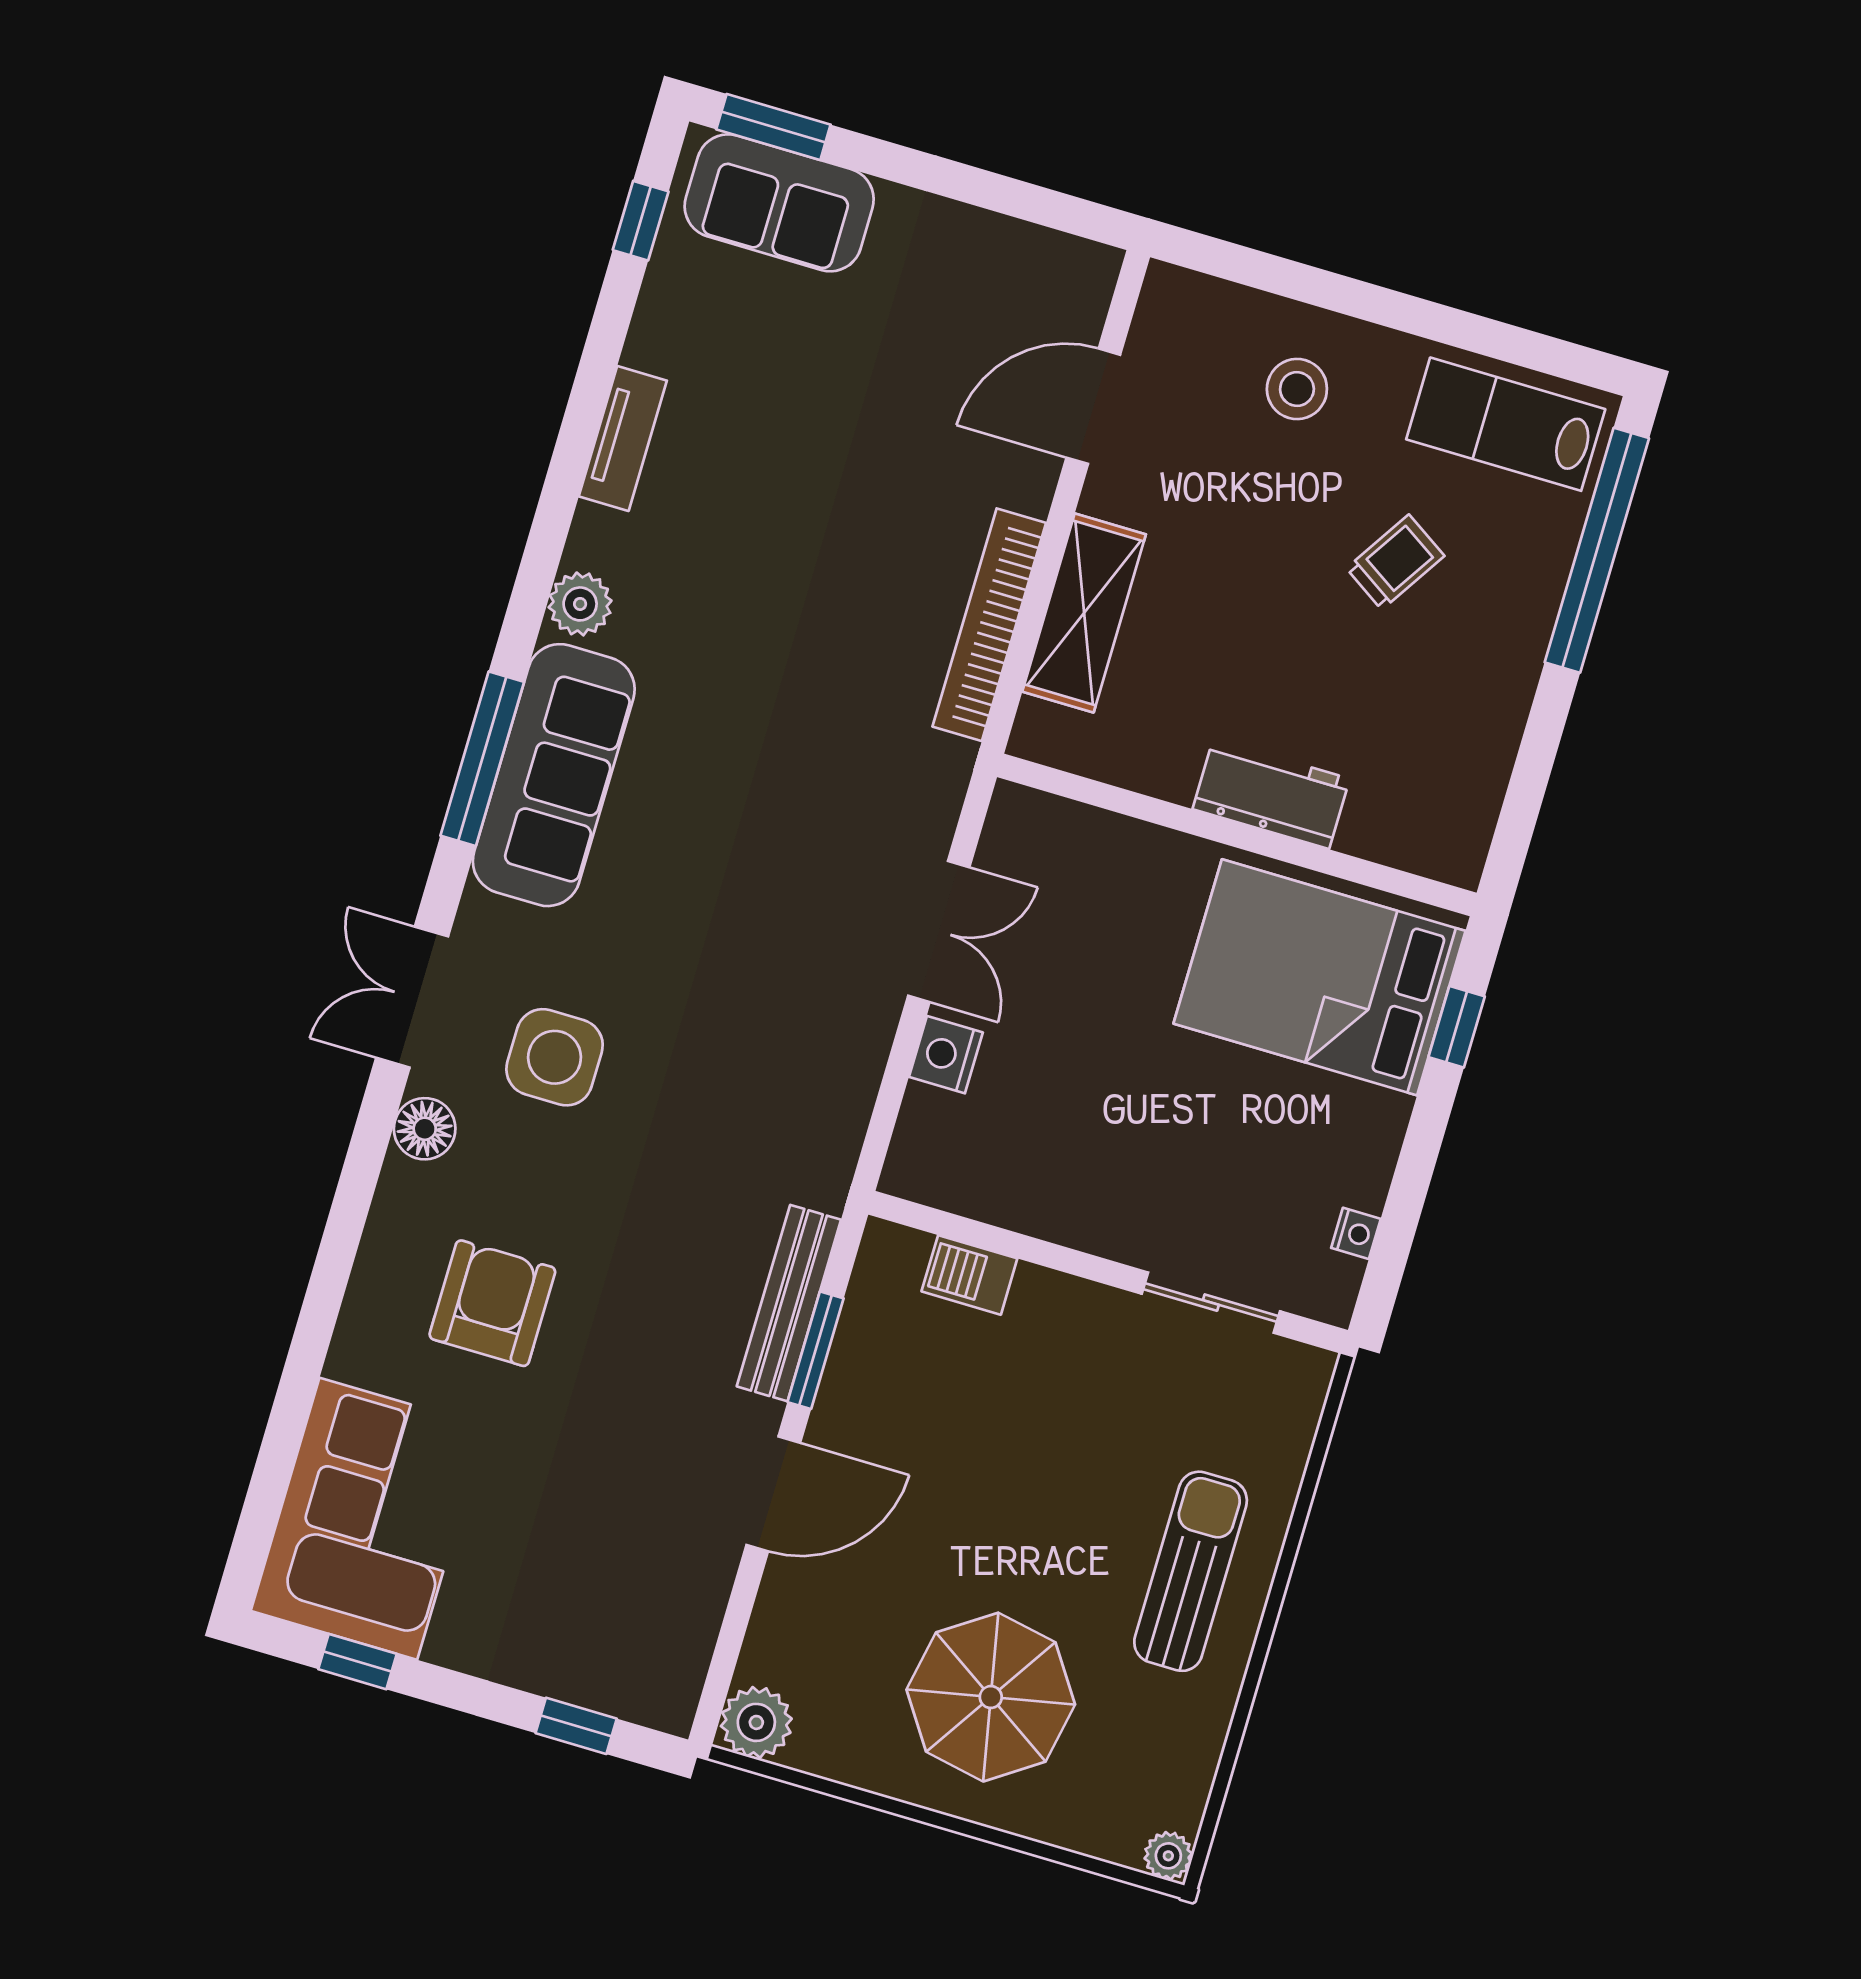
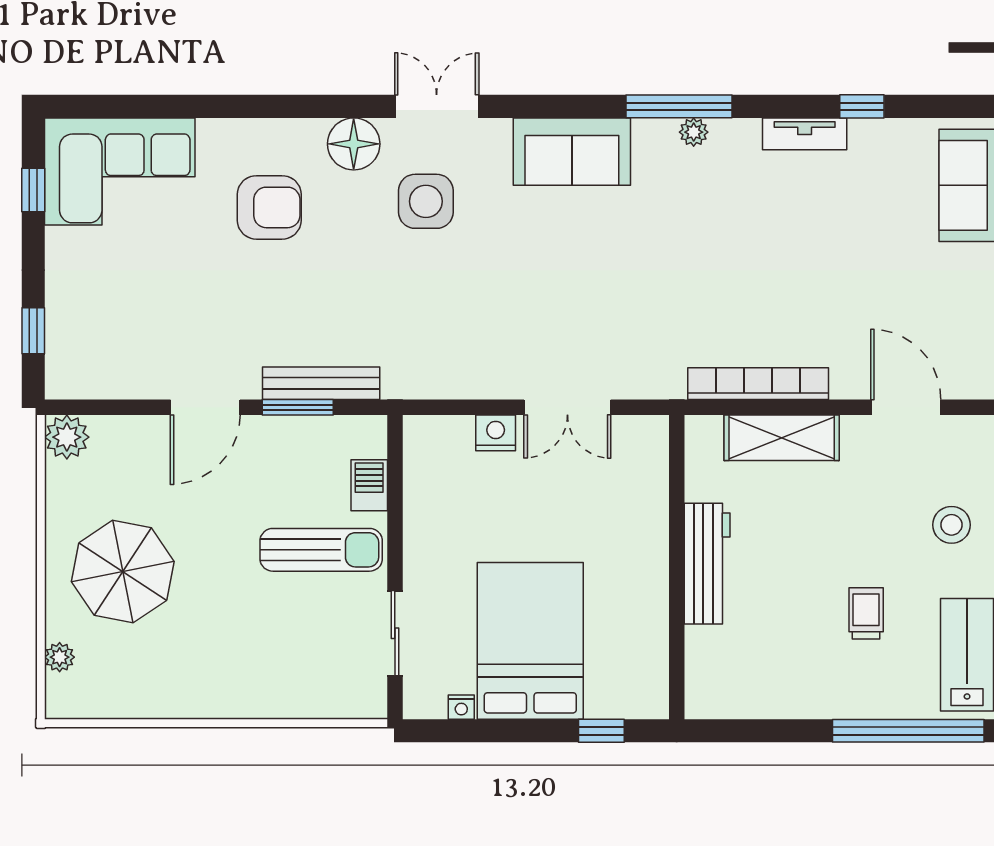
window: (641, 221) -> (862, 106), moved
trolley: (1395, 562) -> (866, 613), turned -123
plant: (580, 604) -> (694, 132), width x0.73, depth x0.73
window: (482, 759) -> (679, 106), moved
sofa: (554, 775) -> (572, 152), width x0.73
workbench: (1271, 794) -> (707, 564), width x1.38
bed: (1319, 977) -> (530, 641), moved
floor lamp: (425, 1129) -> (354, 144), width x1.38, depth x1.38
door: (773, 1494) -> (205, 407), hinge flipped
sun lounger: (1191, 1571) -> (321, 550), moved
plant: (1168, 1856) -> (60, 657), moved

